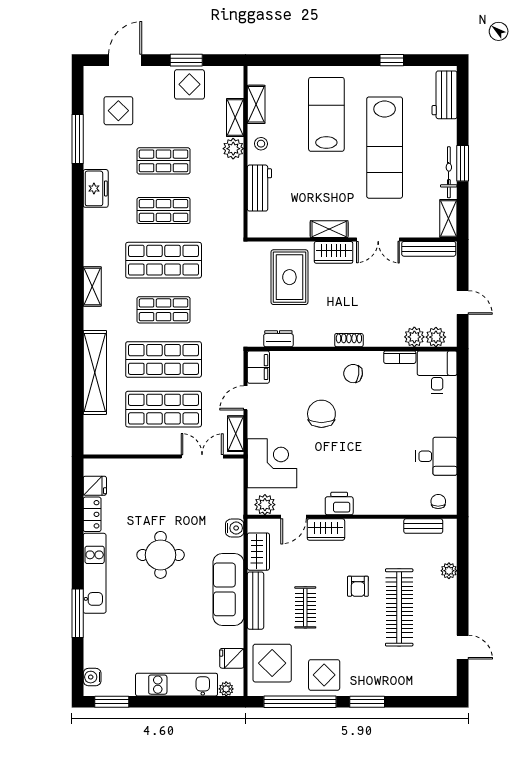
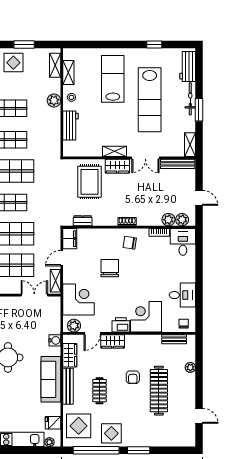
display table: (189, 84) -> (13, 63), moved
shelving: (235, 118) -> (55, 65), moved
bicycle: (449, 172) -> (190, 99), moved
corner desk: (379, 491) -> (146, 317), added

